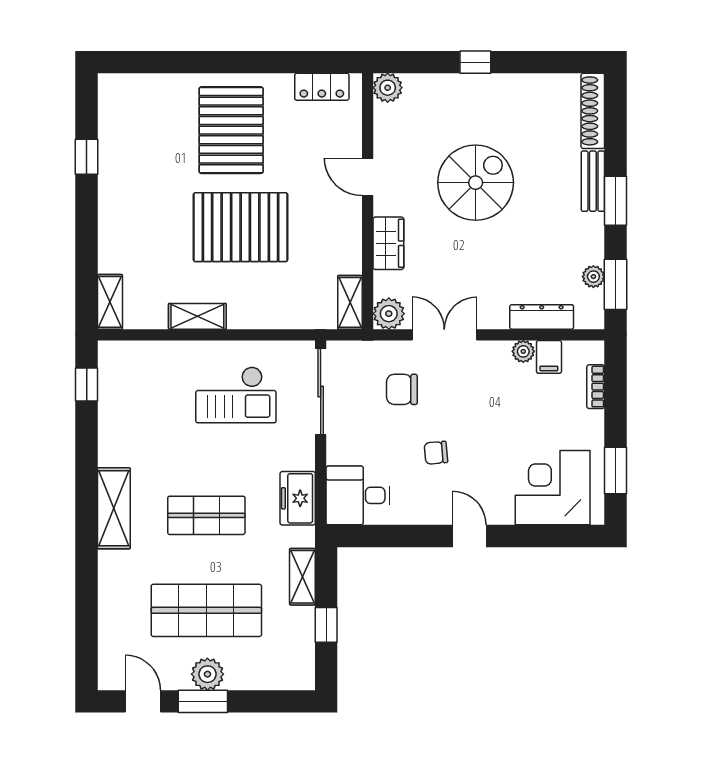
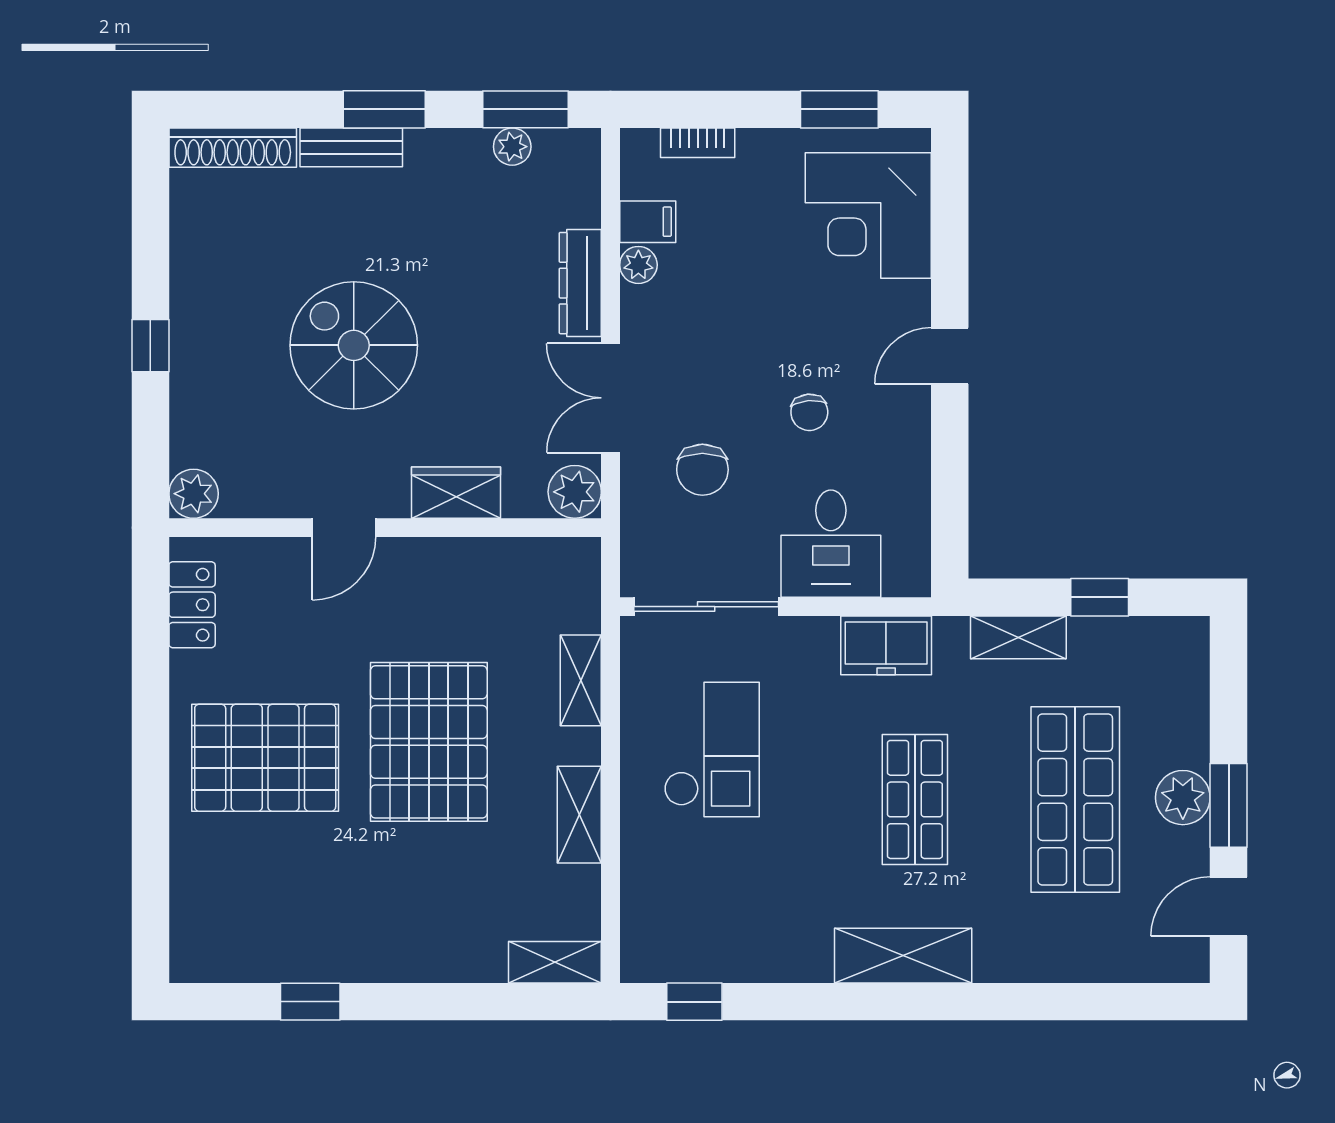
shelving: (350, 302) -> (581, 680), moved, turned 90
dresser: (542, 317) -> (580, 283), moved
desk: (358, 495) -> (831, 544), moved

